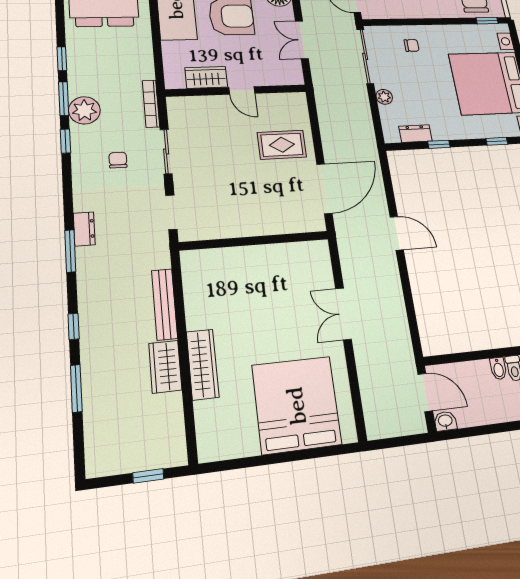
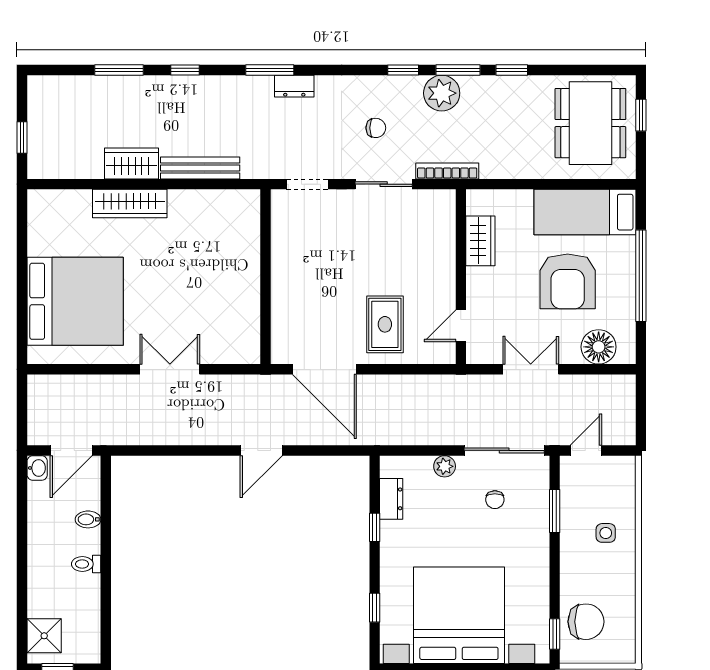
window: (402, 22) -> (555, 511), added
chair: (412, 45) -> (495, 500), moved
door: (242, 90) -> (461, 326), moved
bidet: (498, 368) -> (88, 519), moved

